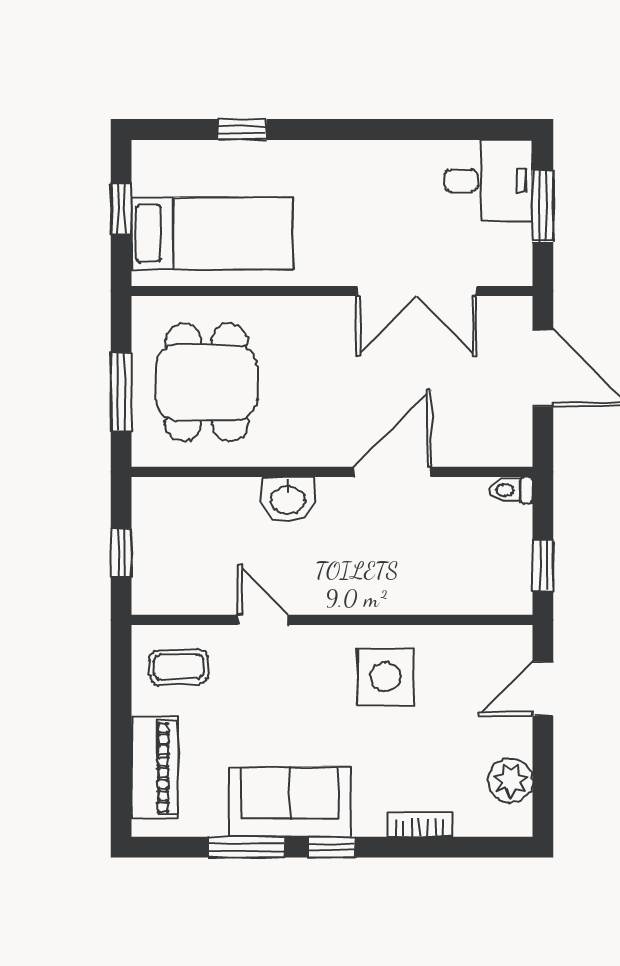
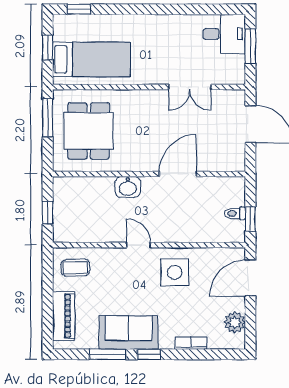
window: (242, 129) -> (79, 9), moved
double door: (417, 291) -> (190, 87), width x0.73
window: (121, 392) -> (48, 118), moved
toilet: (511, 490) -> (235, 213), moved
door: (263, 620) -> (138, 245), moved
door: (543, 689) -> (250, 278), width x1.38

